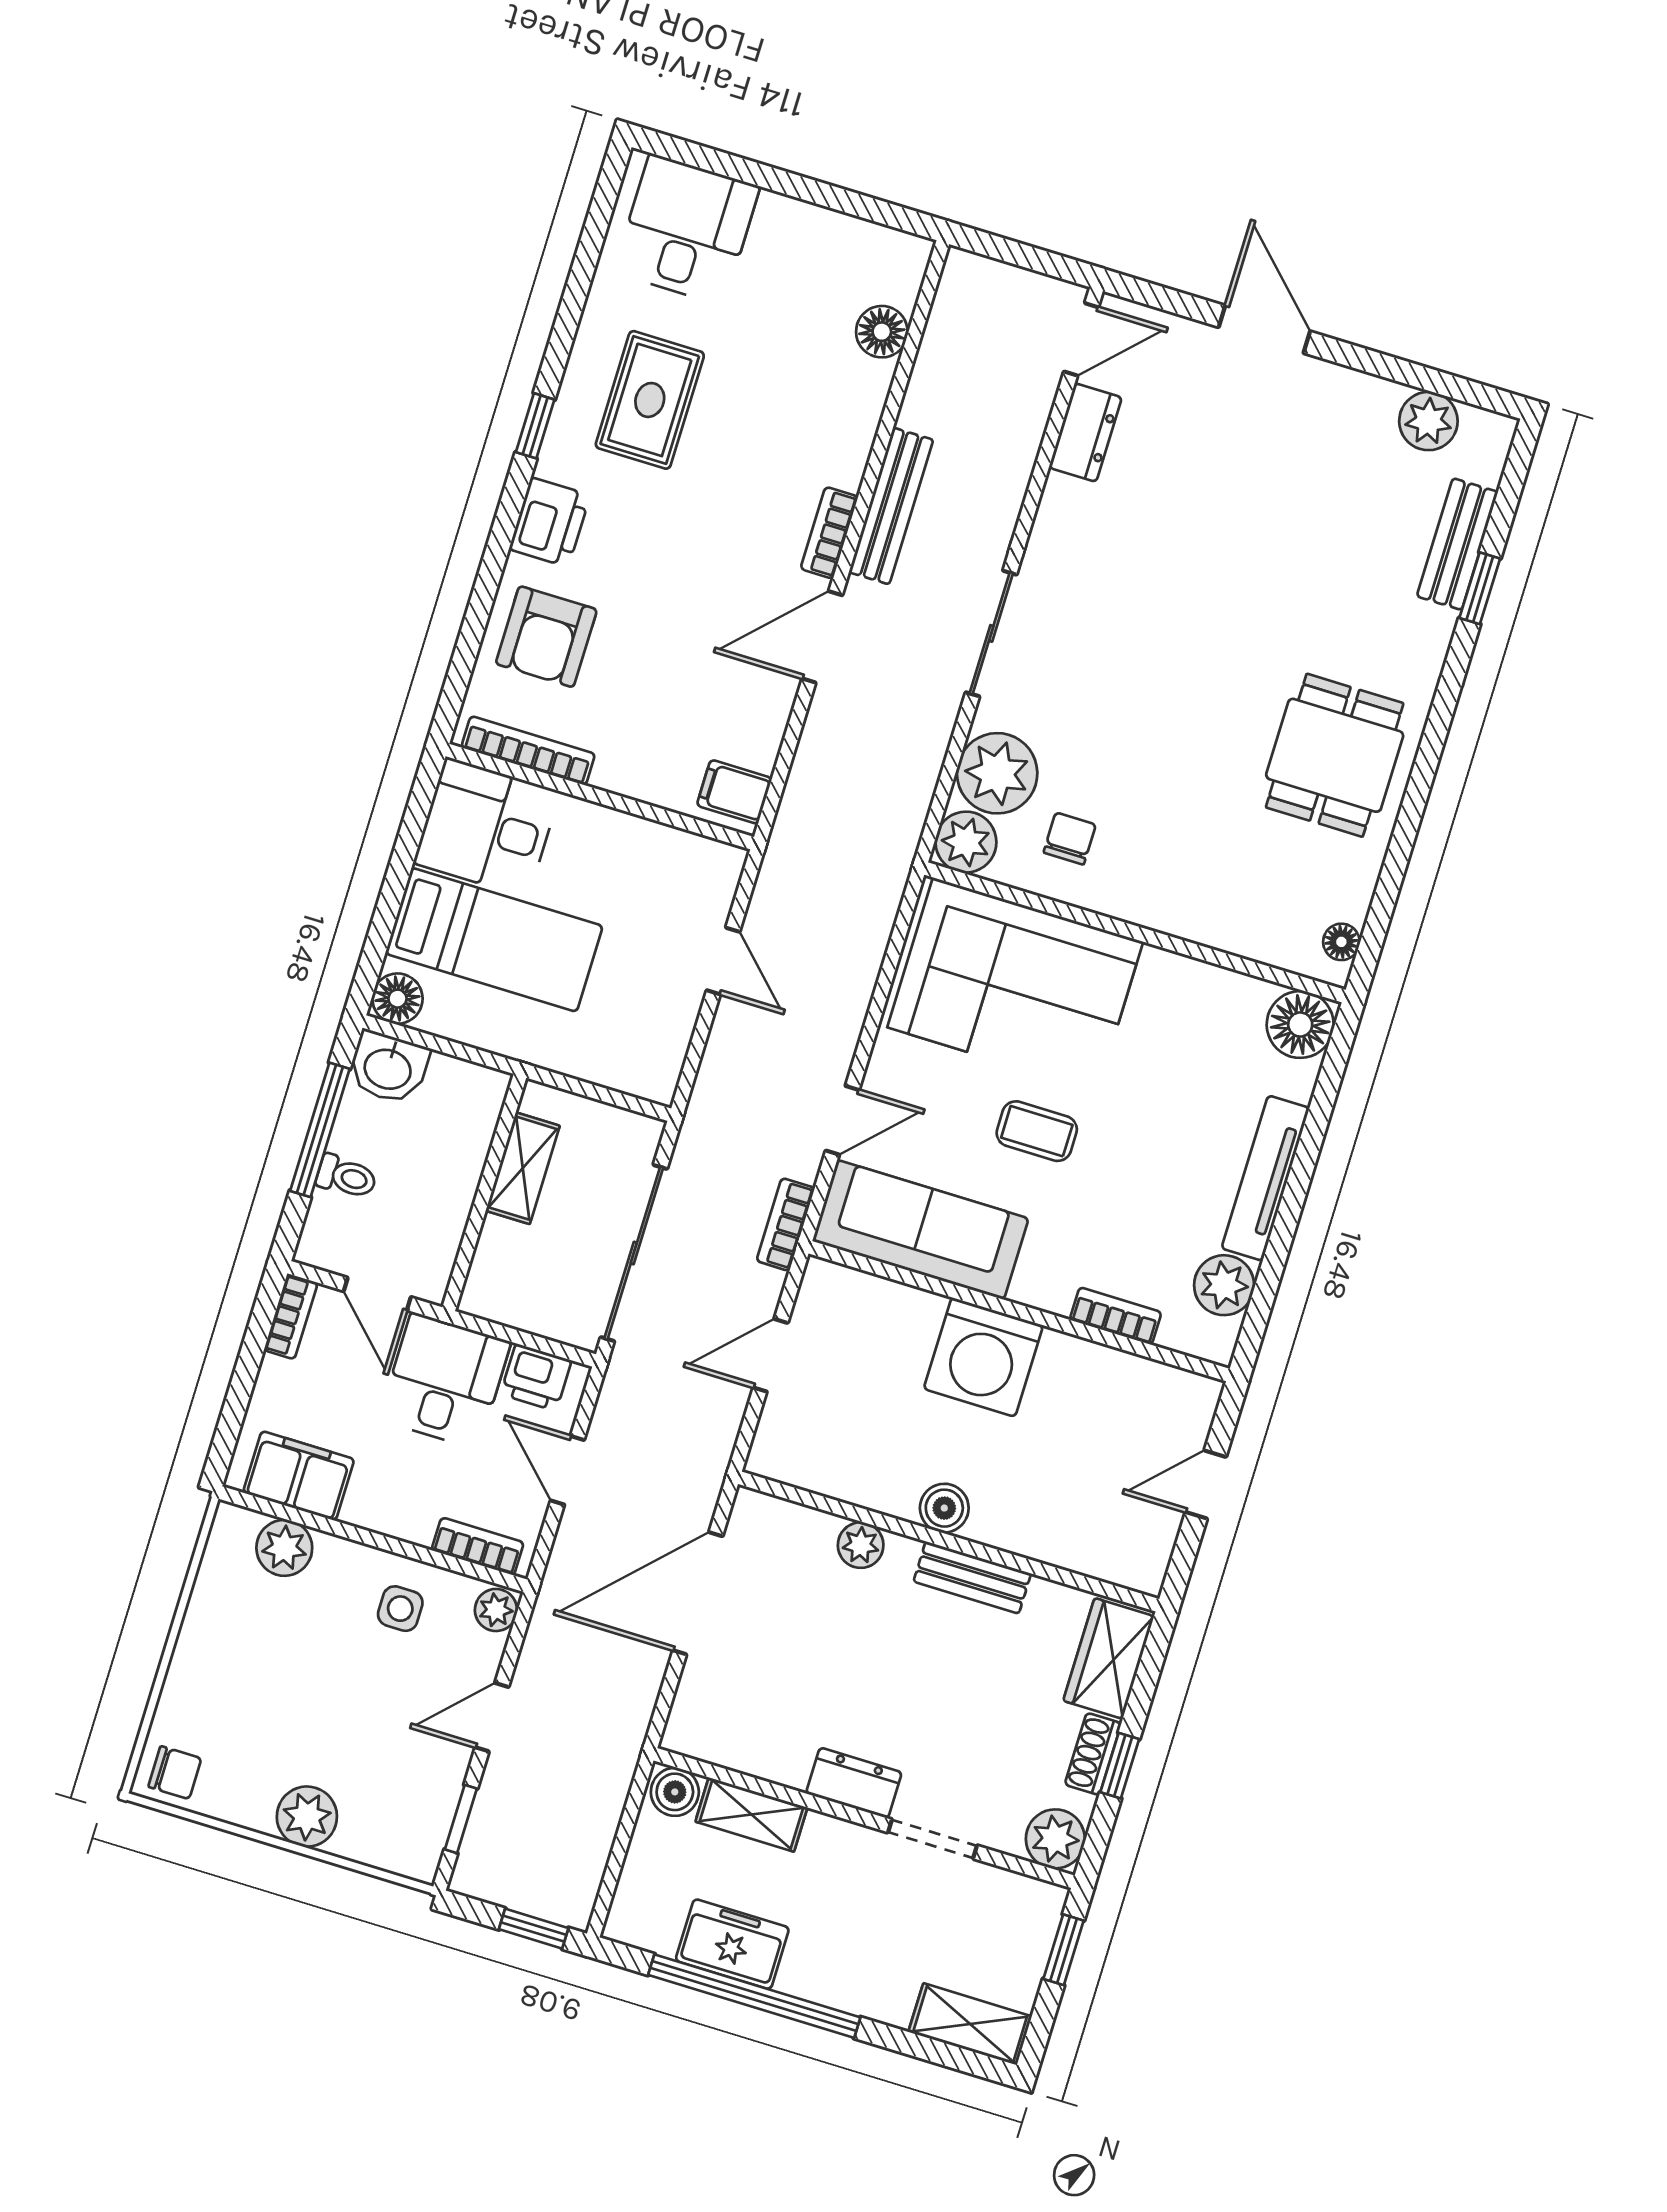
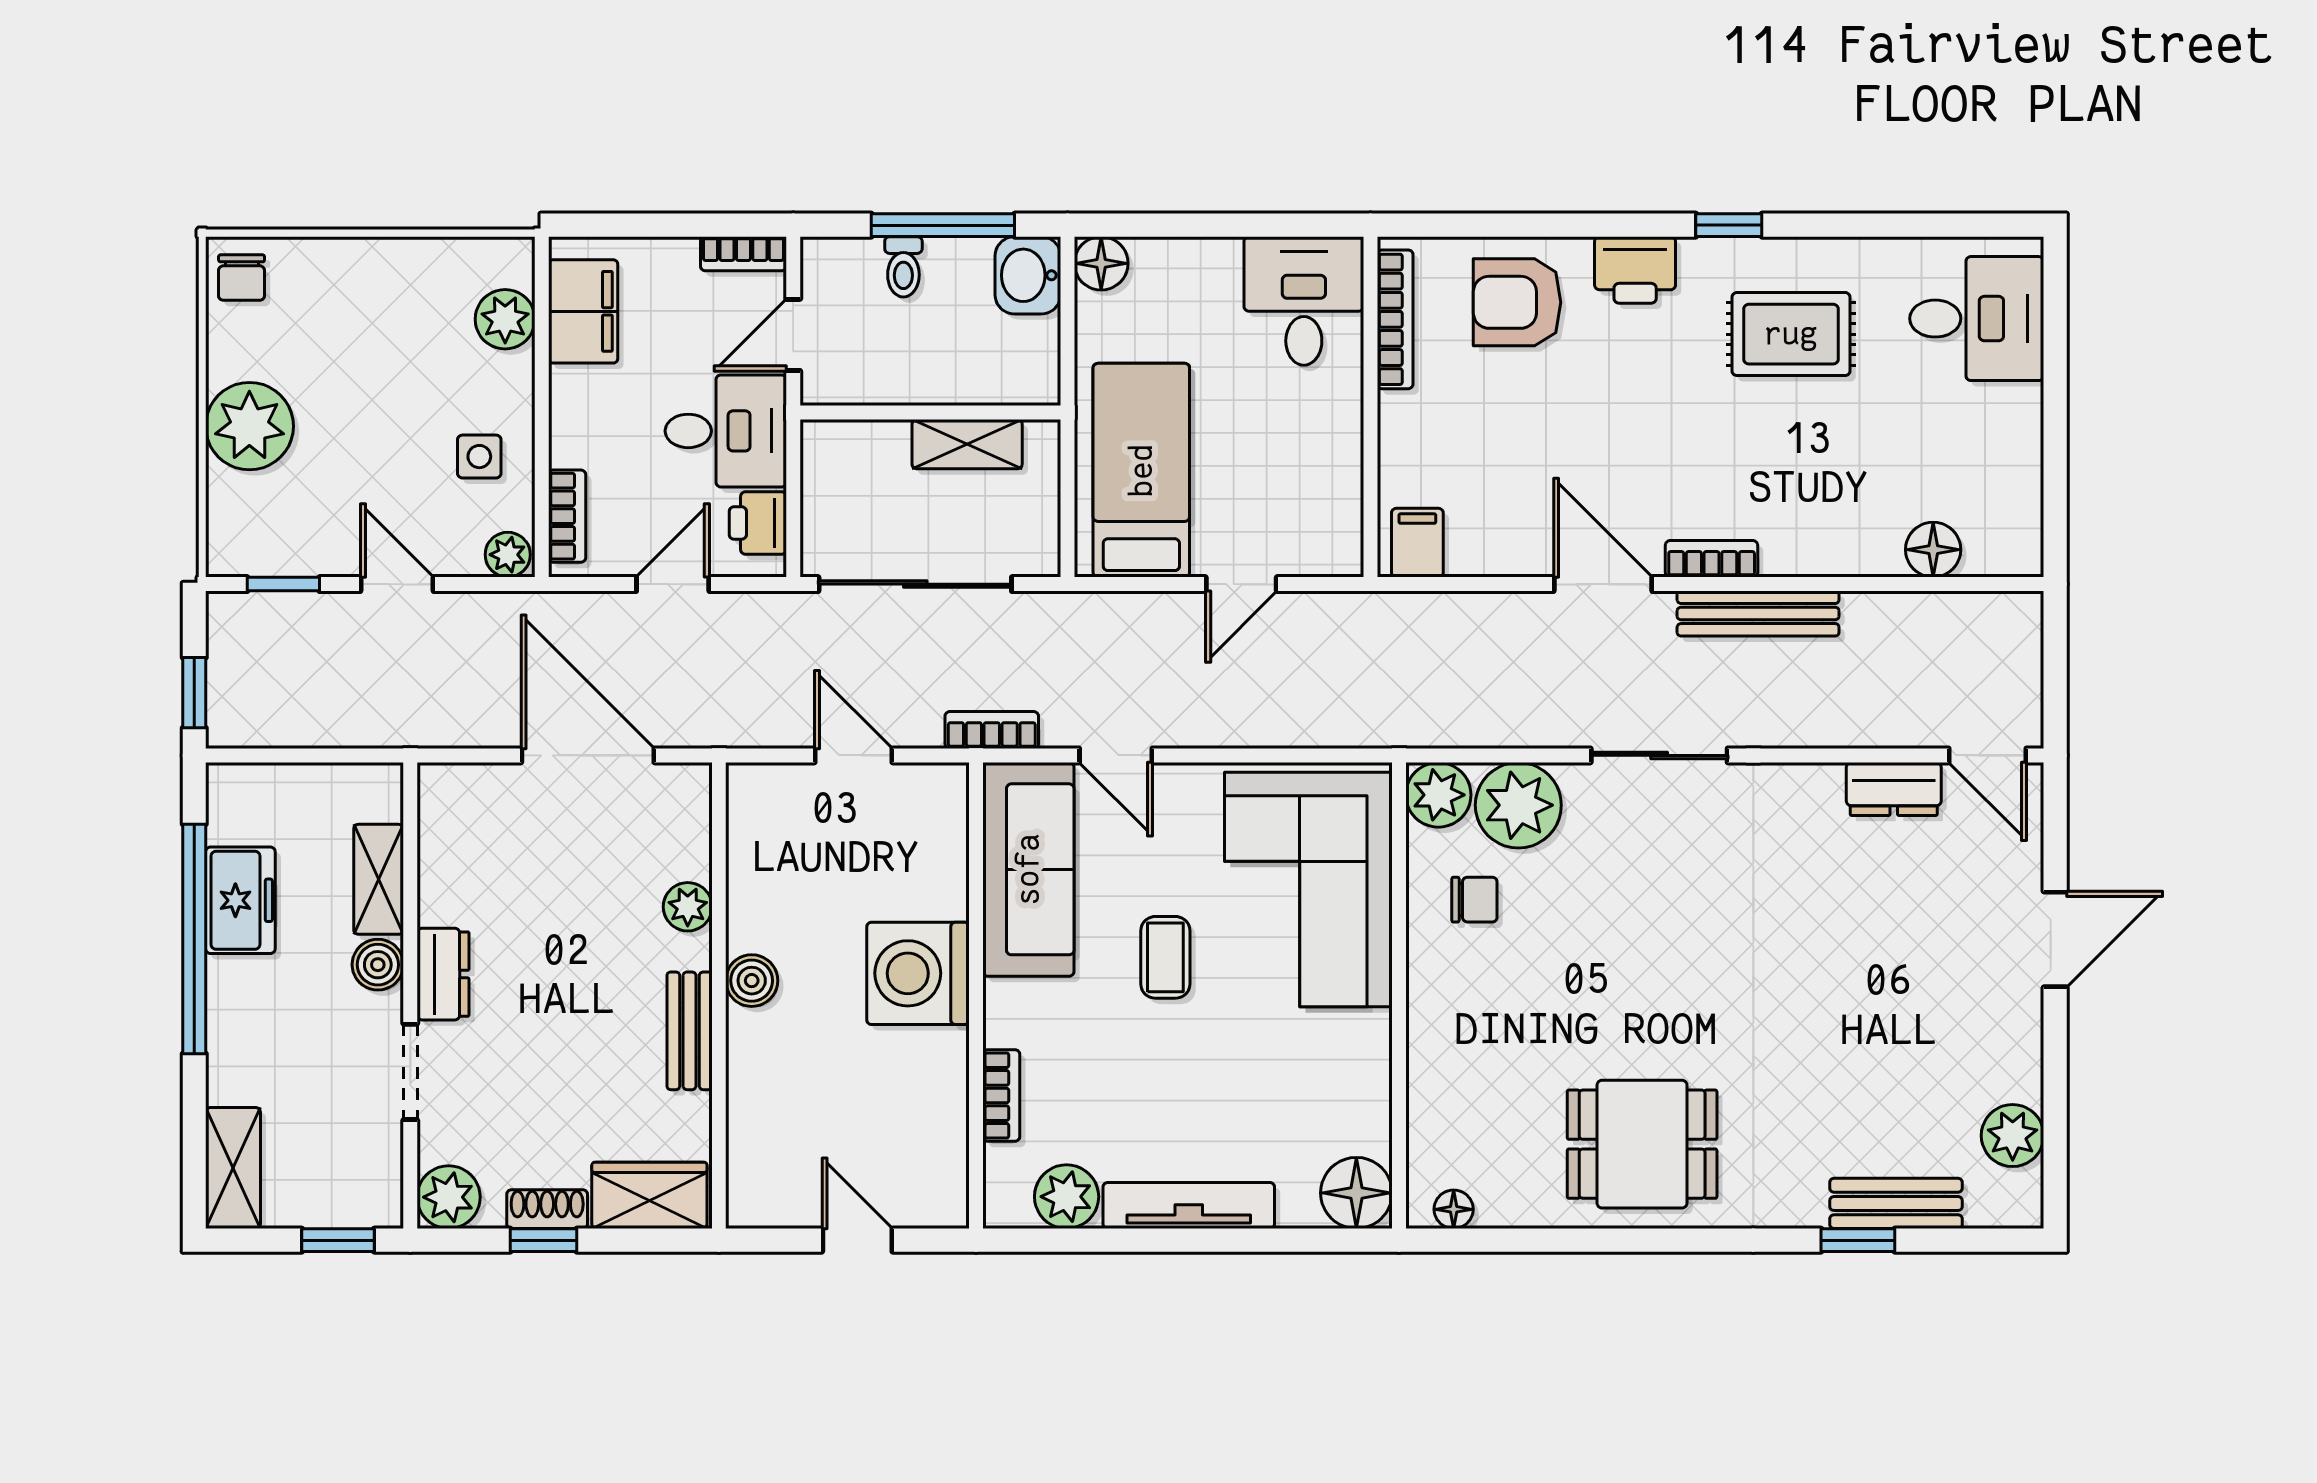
bed: (494, 940) -> (1141, 470), moved, turned 180
boiler: (675, 1792) -> (378, 965), moved
plant: (307, 1817) -> (249, 426), width x1.36, depth x1.36

